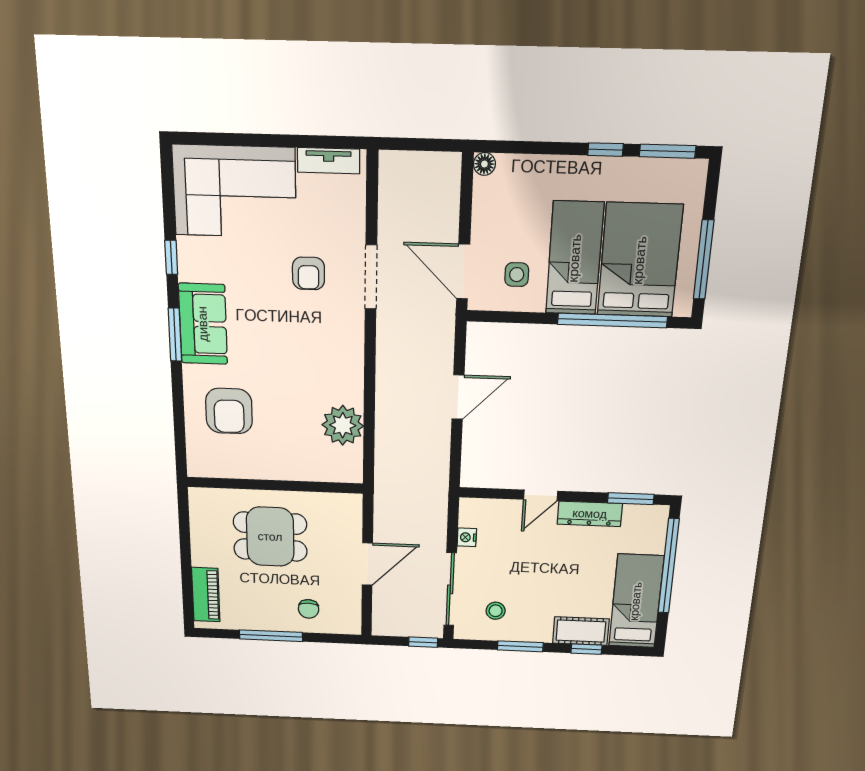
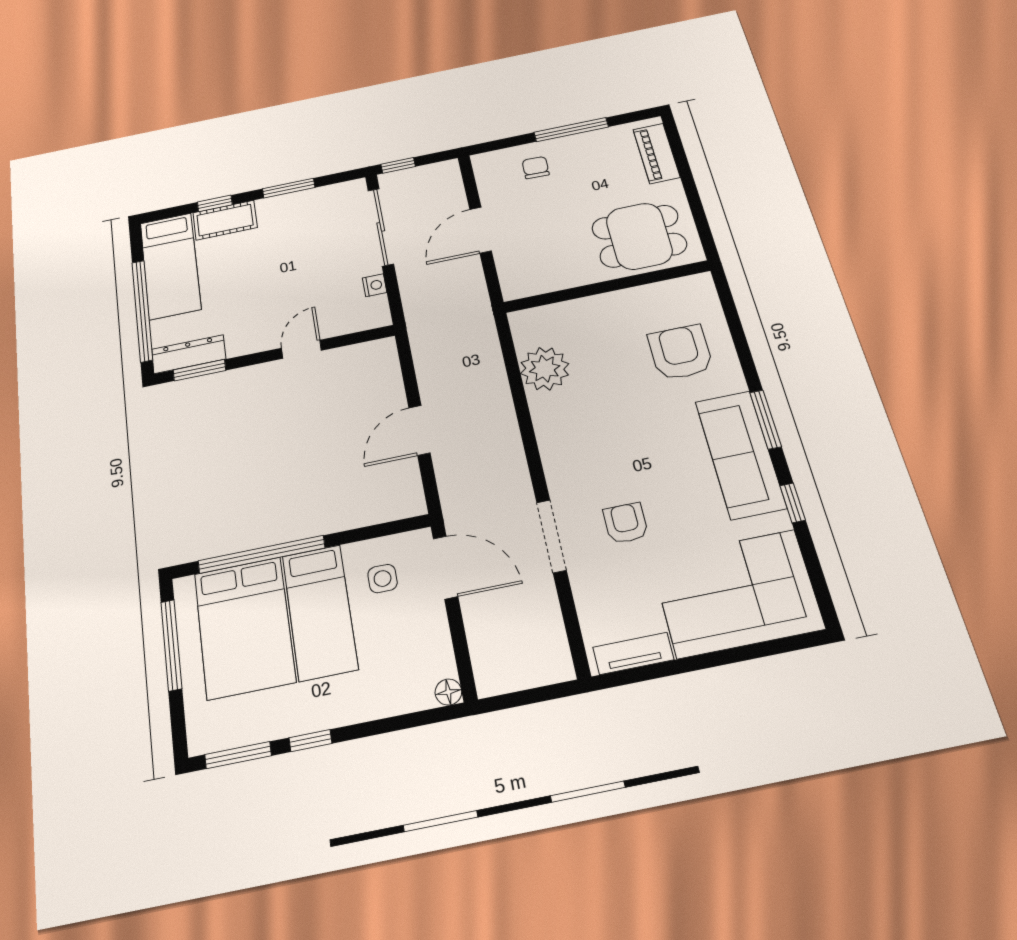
sofa: (203, 324) -> (740, 454), width x1.36
dresser: (590, 514) -> (189, 354), moved
dining table: (270, 537) -> (639, 236), moved
stool: (496, 611) -> (325, 217), removed

